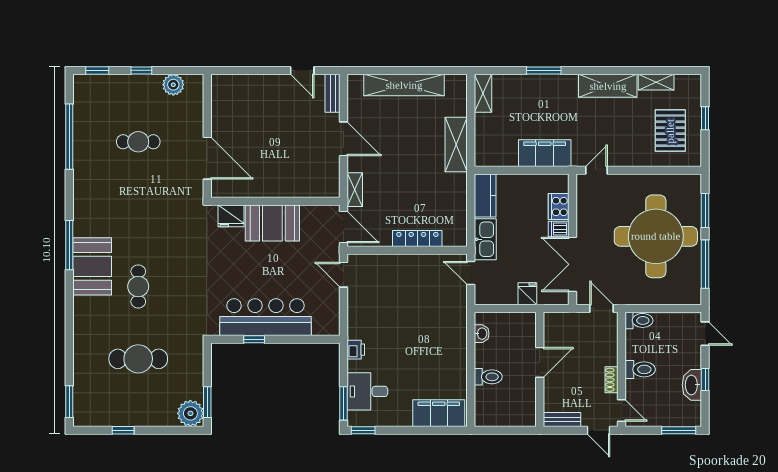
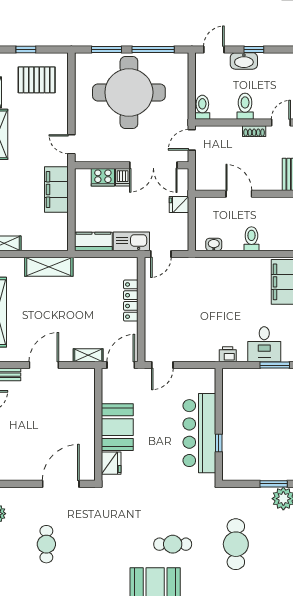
washbasin: (692, 385) -> (244, 61), moved

